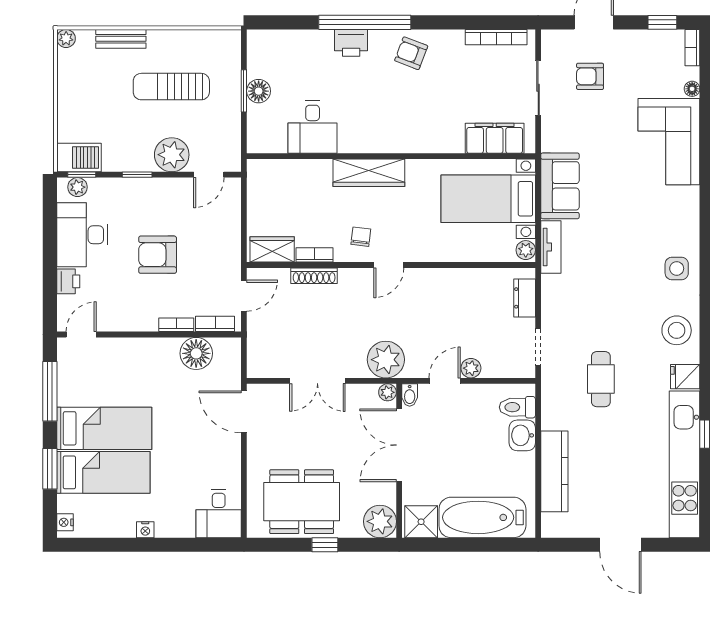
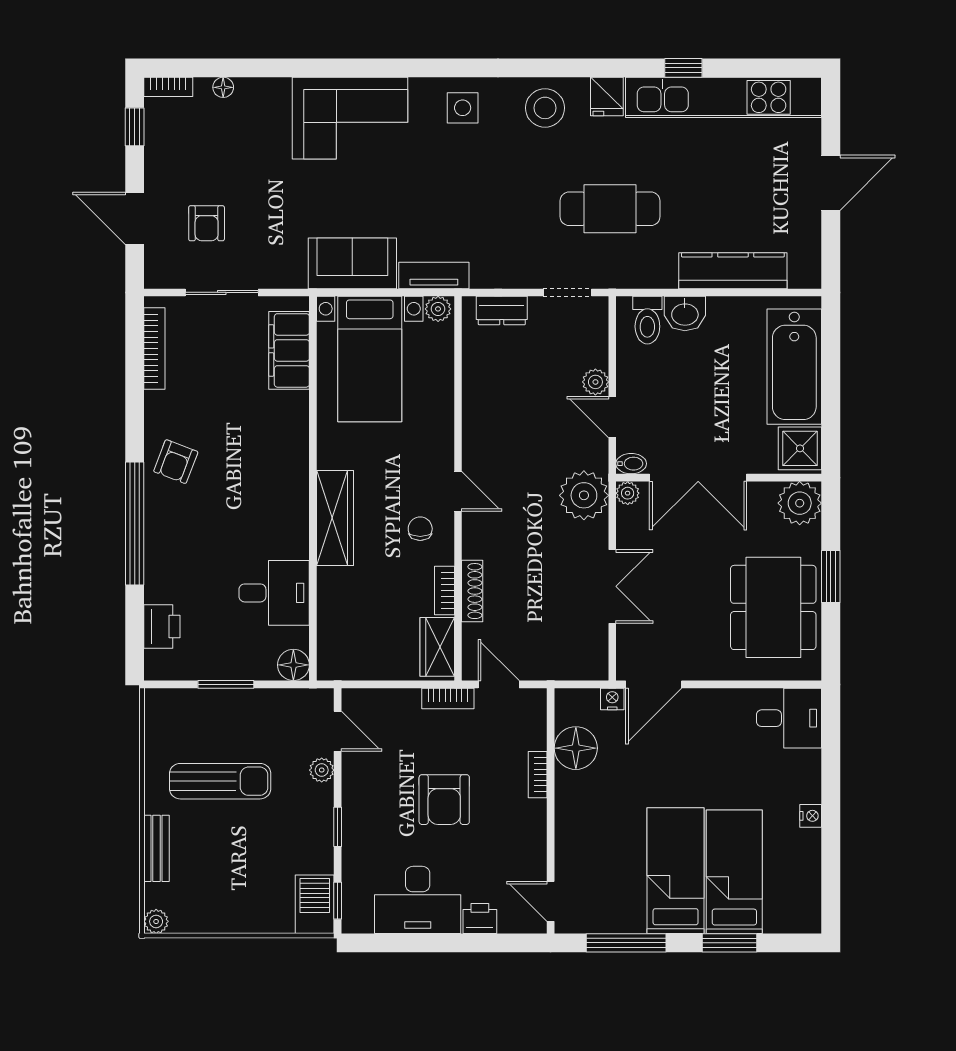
printer: (351, 43) -> (162, 627), moved
sun lounger: (171, 87) -> (220, 781), turned -90
floor lamp: (259, 91) -> (293, 665), moved
corner sofa: (669, 142) -> (350, 118), moved
plant: (172, 155) -> (322, 770), width x0.53, depth x0.53
plant: (77, 187) -> (354, 906), removed
chair: (361, 237) -> (420, 529), turned 83
bookcase: (215, 324) -> (448, 698), moved, turned -90
cafe table: (601, 379) -> (610, 209), width x1.37, depth x1.35
nightstand: (65, 522) -> (612, 699), moved, turned 180
window: (325, 545) -> (831, 577), width x1.50

